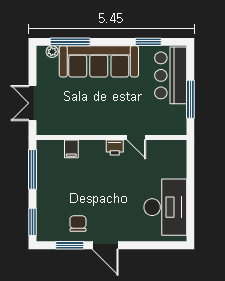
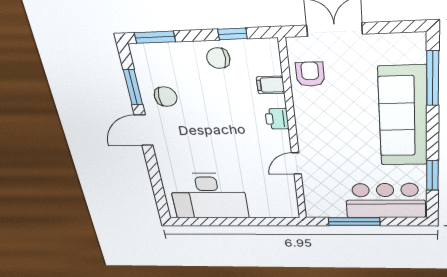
plant: (52, 52) -> (417, 54), removed
armchair: (64, 121) -> (310, 74), added
printer: (115, 147) -> (277, 119), moved
window: (32, 169) -> (232, 34), width x0.46
chair: (50, 182) -> (218, 58), added

